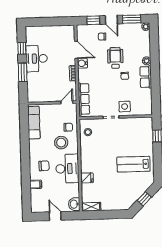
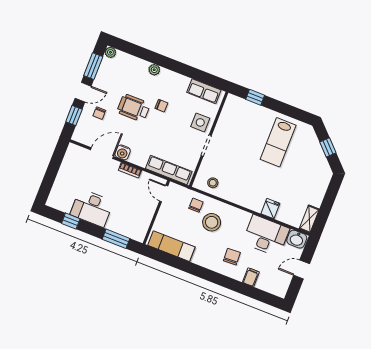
window: (23, 72) -> (116, 239), moved
row of seats: (146, 77) -> (204, 91), moved
desk: (67, 169) -> (266, 236), moved

